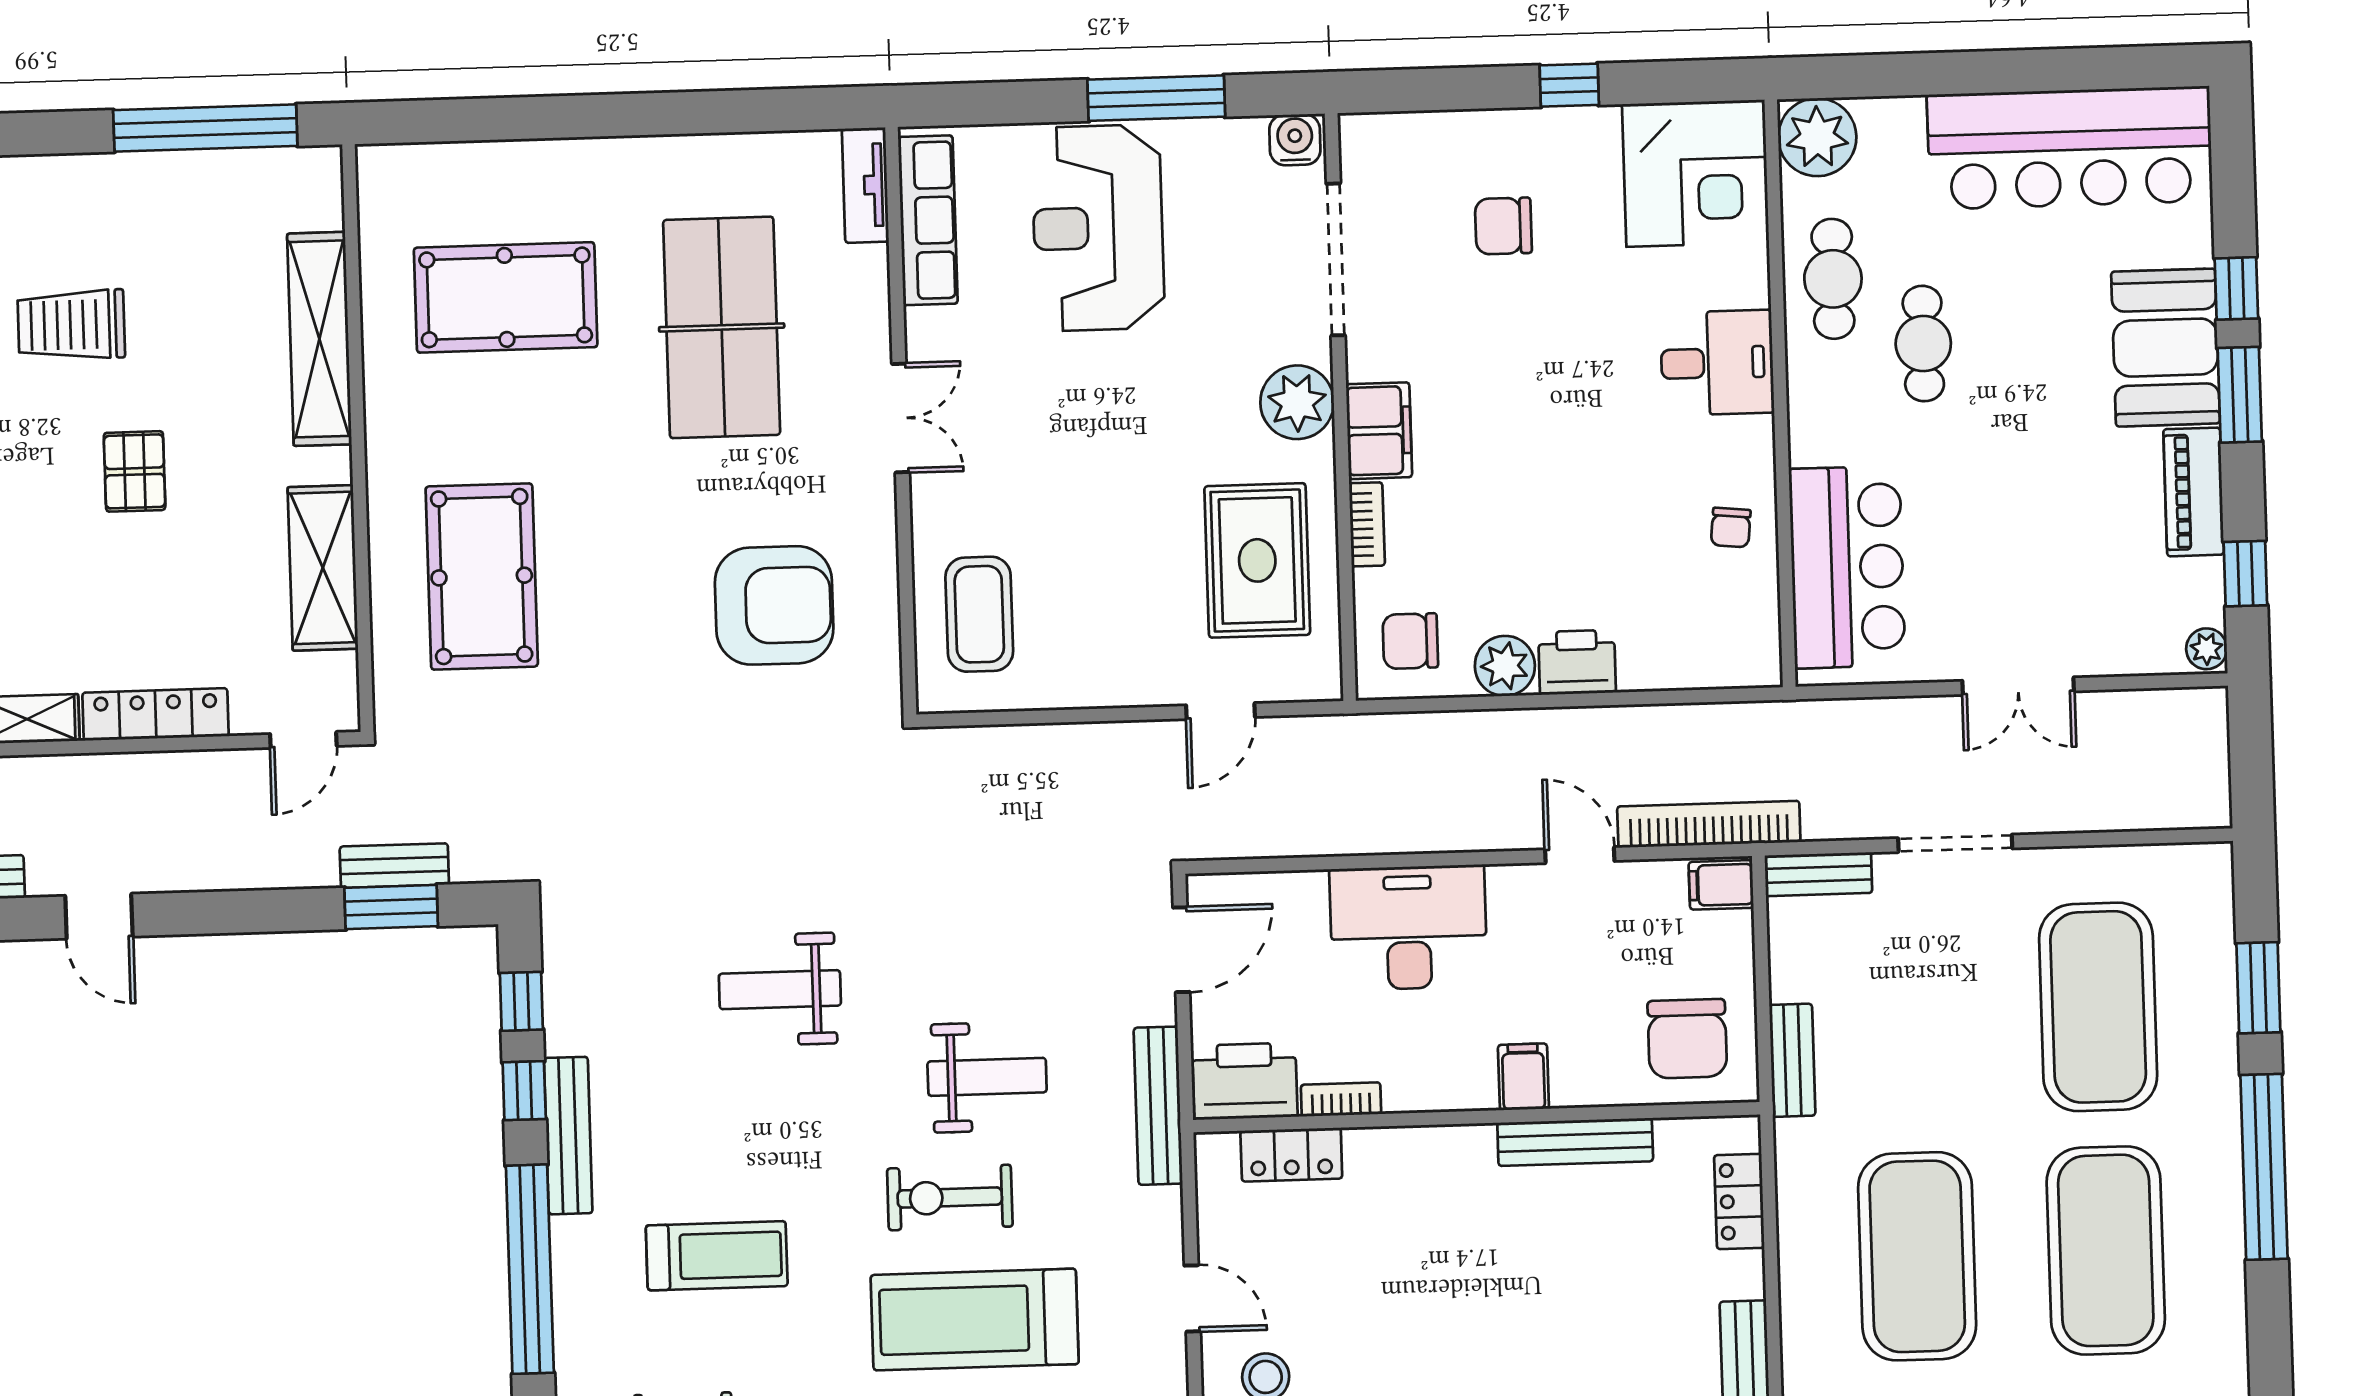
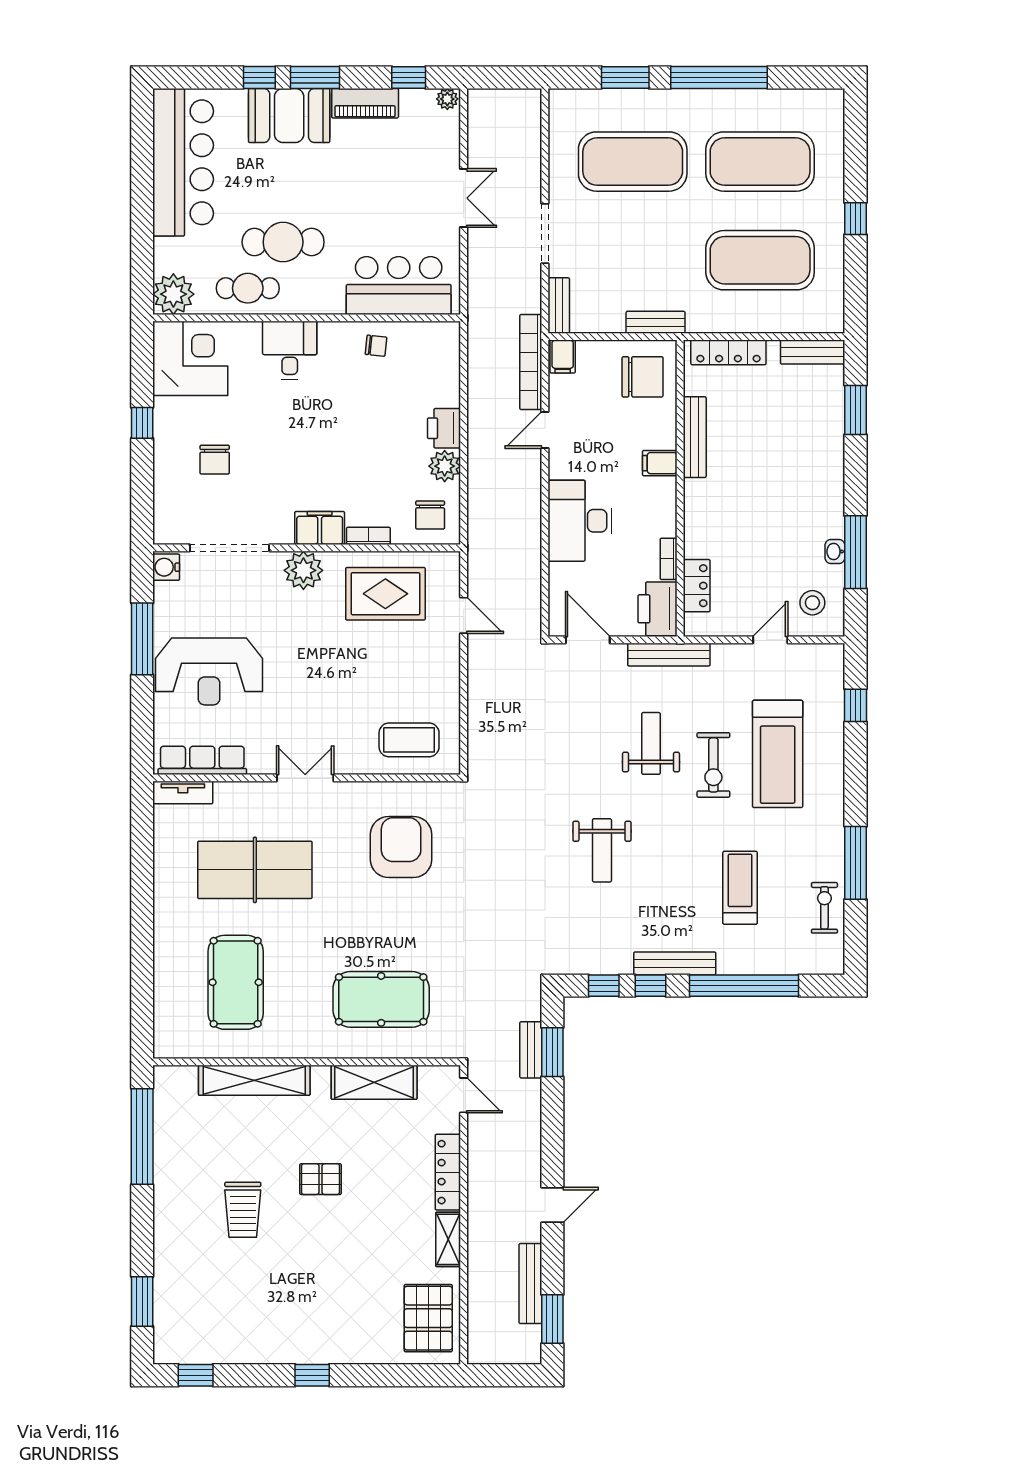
cafe table: (1923, 344) -> (283, 242), width x1.37, depth x1.35
locker: (1739, 1201) -> (728, 352), width x1.53

